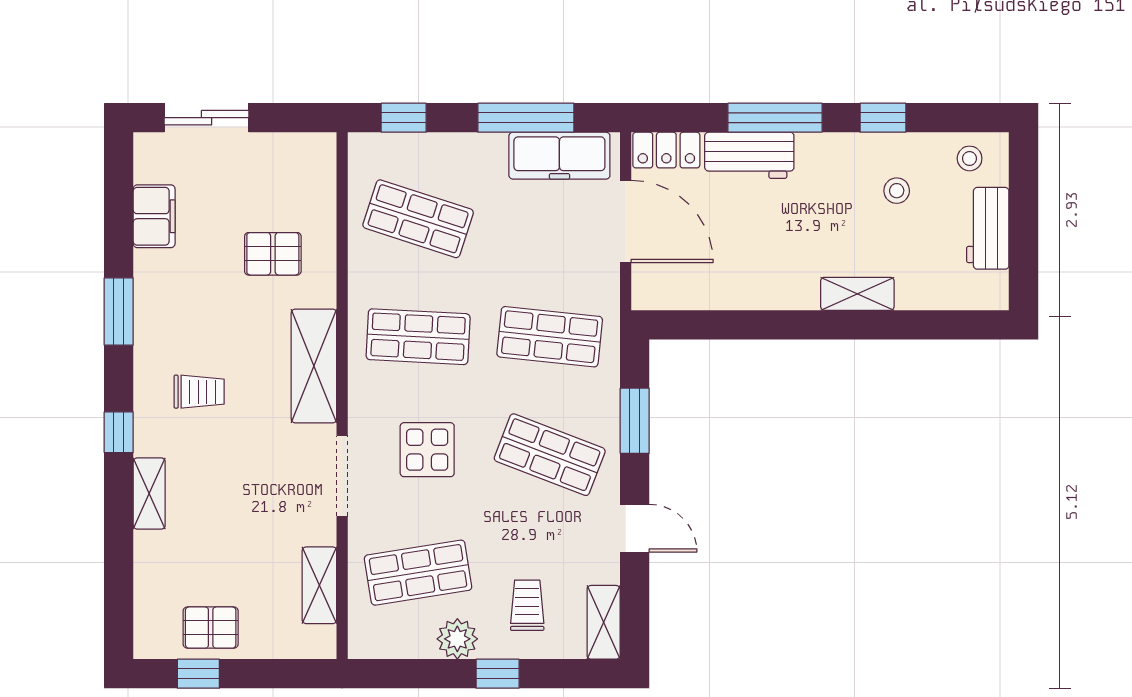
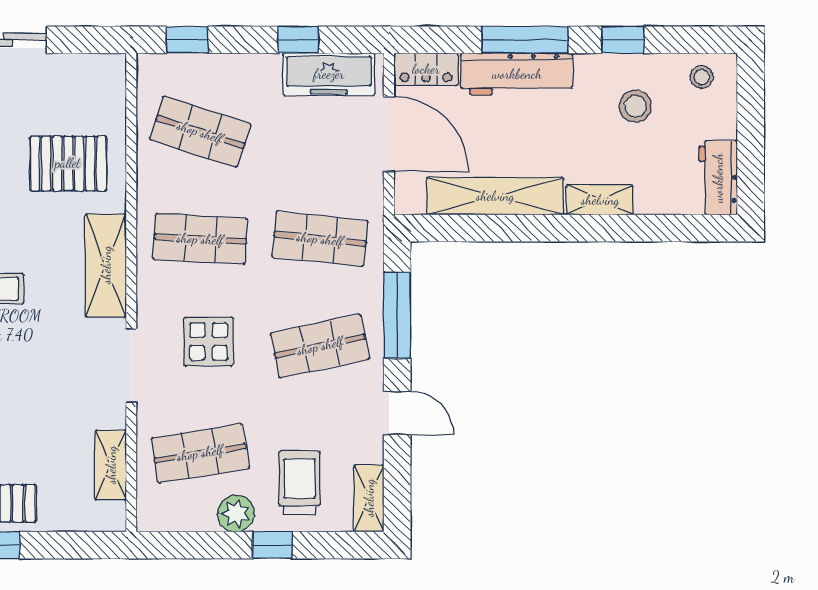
window: (526, 118) -> (298, 40), width x0.46
workbench: (749, 155) -> (517, 74), width x1.37
stool: (897, 191) -> (635, 106), width x1.37, depth x1.37
workbench: (988, 228) -> (718, 178), moved
pallet: (273, 254) -> (68, 163), width x1.50, depth x1.42
shelving: (742, 290) -> (495, 196), added
window: (635, 421) -> (397, 315), width x1.44
shop shelf: (550, 455) -> (320, 346), turned -33
trolley: (527, 605) -> (299, 483), width x1.36, depth x1.39

